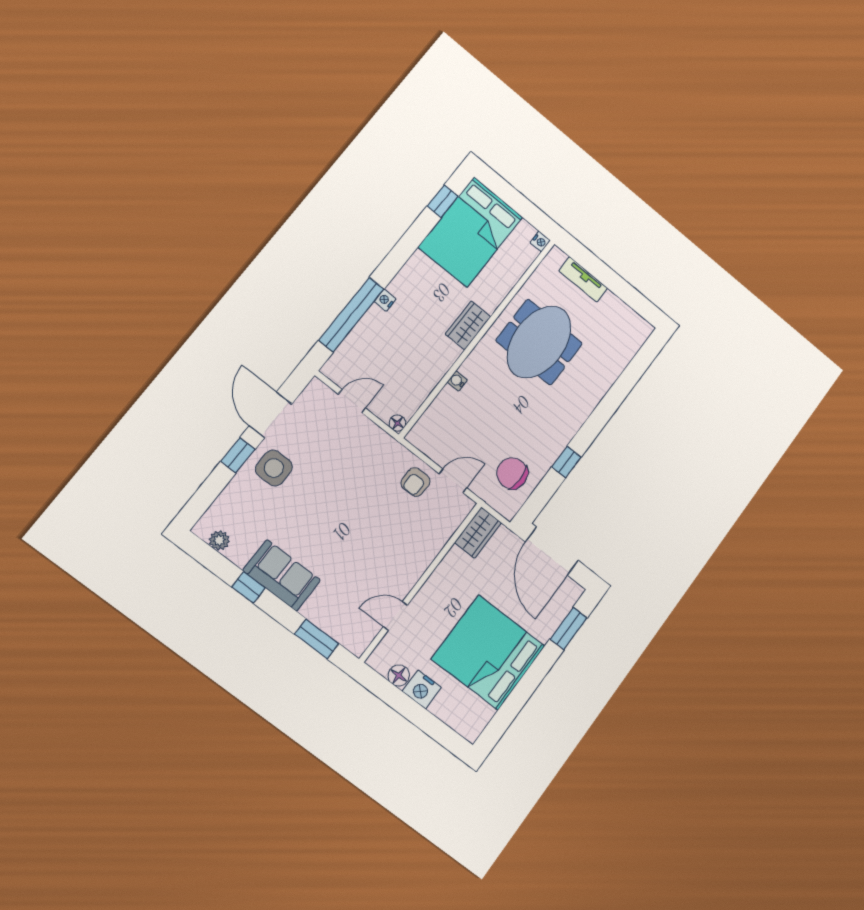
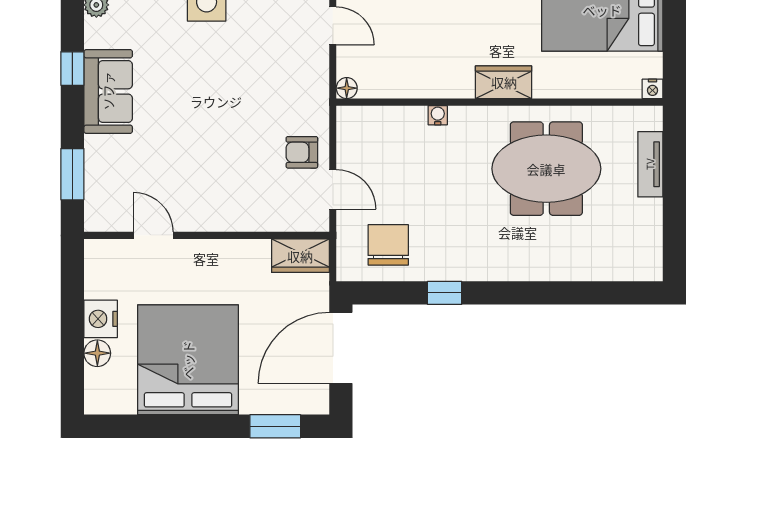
floor lamp: (399, 675) -> (97, 353), moved

